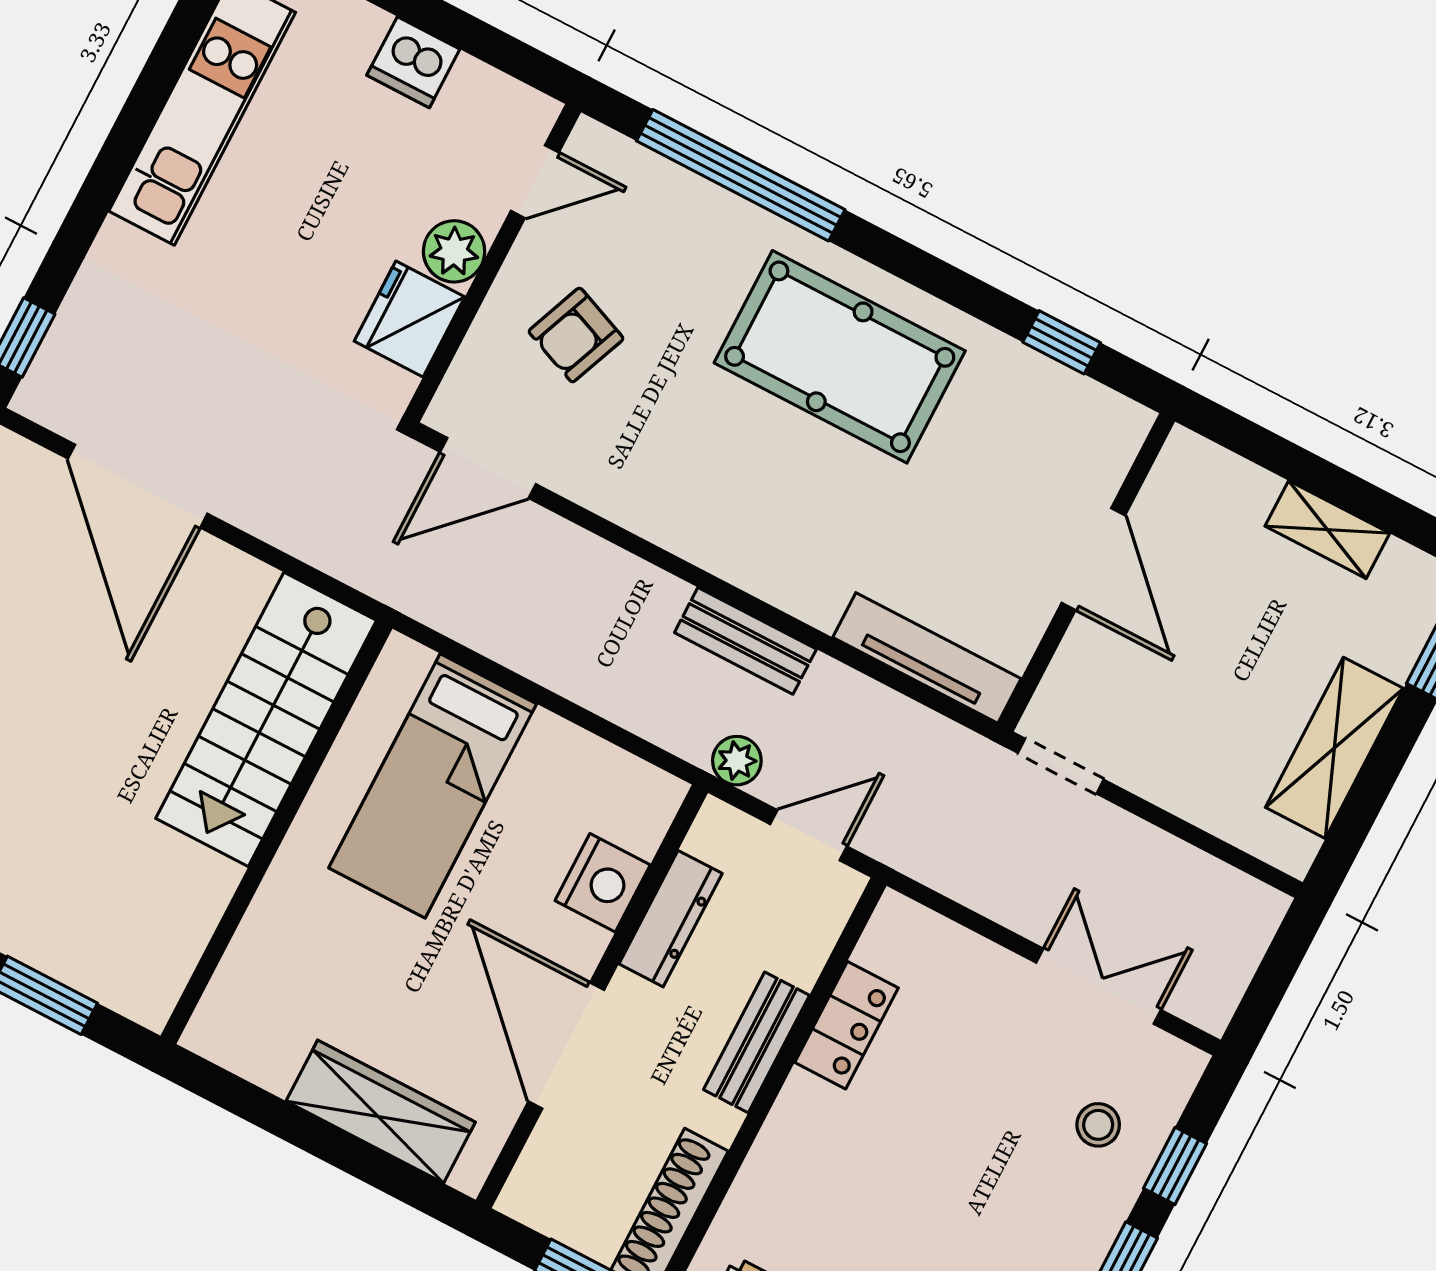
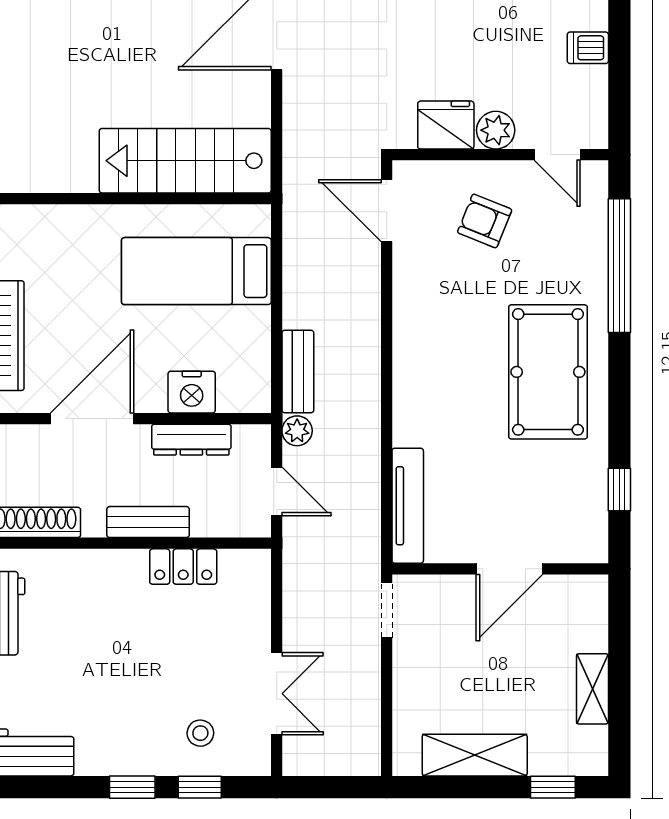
dishwasher: (413, 62) -> (588, 48), width x0.73
bench: (745, 641) -> (298, 372), moved

